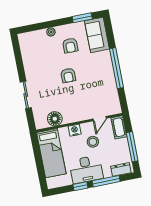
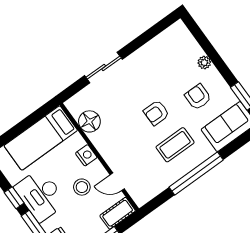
armchair: (70, 45) -> (198, 97), turned 90
coffee table: (93, 73) -> (175, 145), added

